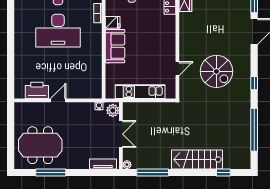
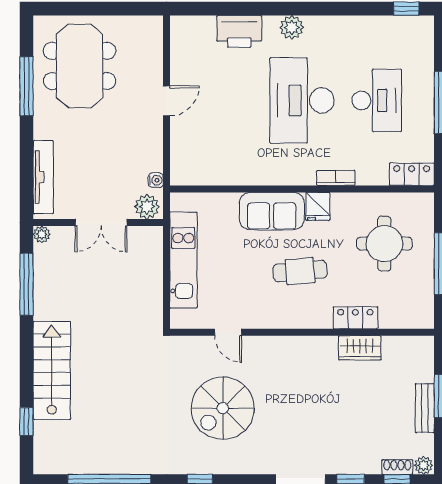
cafe table: (146, 32) -> (300, 271), added
plant: (20, 36) -> (292, 27), added
printer: (37, 90) -> (239, 31), moved, turned 90
door: (58, 100) -> (166, 101), hinge flipped
tv unit: (103, 164) -> (43, 177), width x1.41

